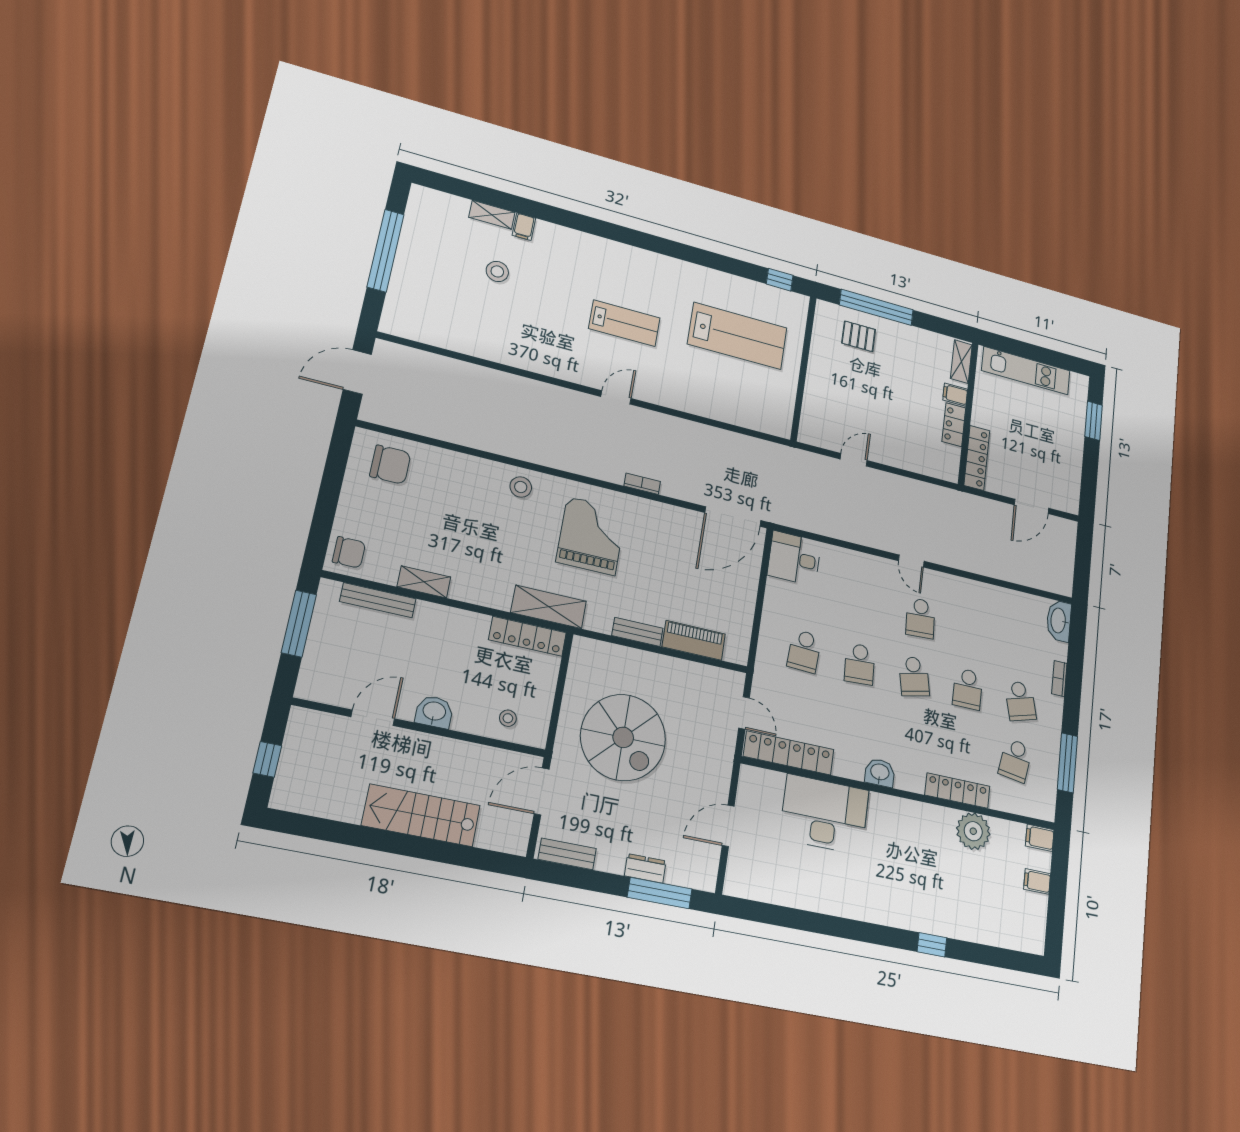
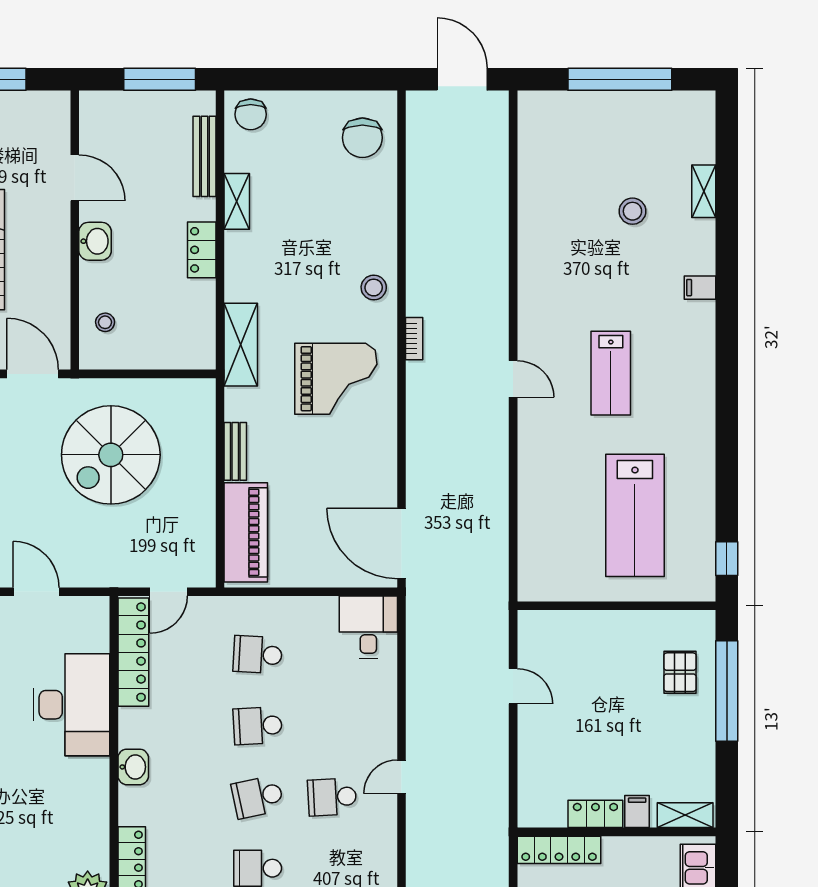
filing cabinet: (524, 227) -> (700, 288), moved
bookcase: (642, 484) -> (414, 339), moved
locker: (528, 636) -> (202, 250), moved, width x0.66
piano: (694, 640) -> (246, 532), width x1.37, depth x1.33

